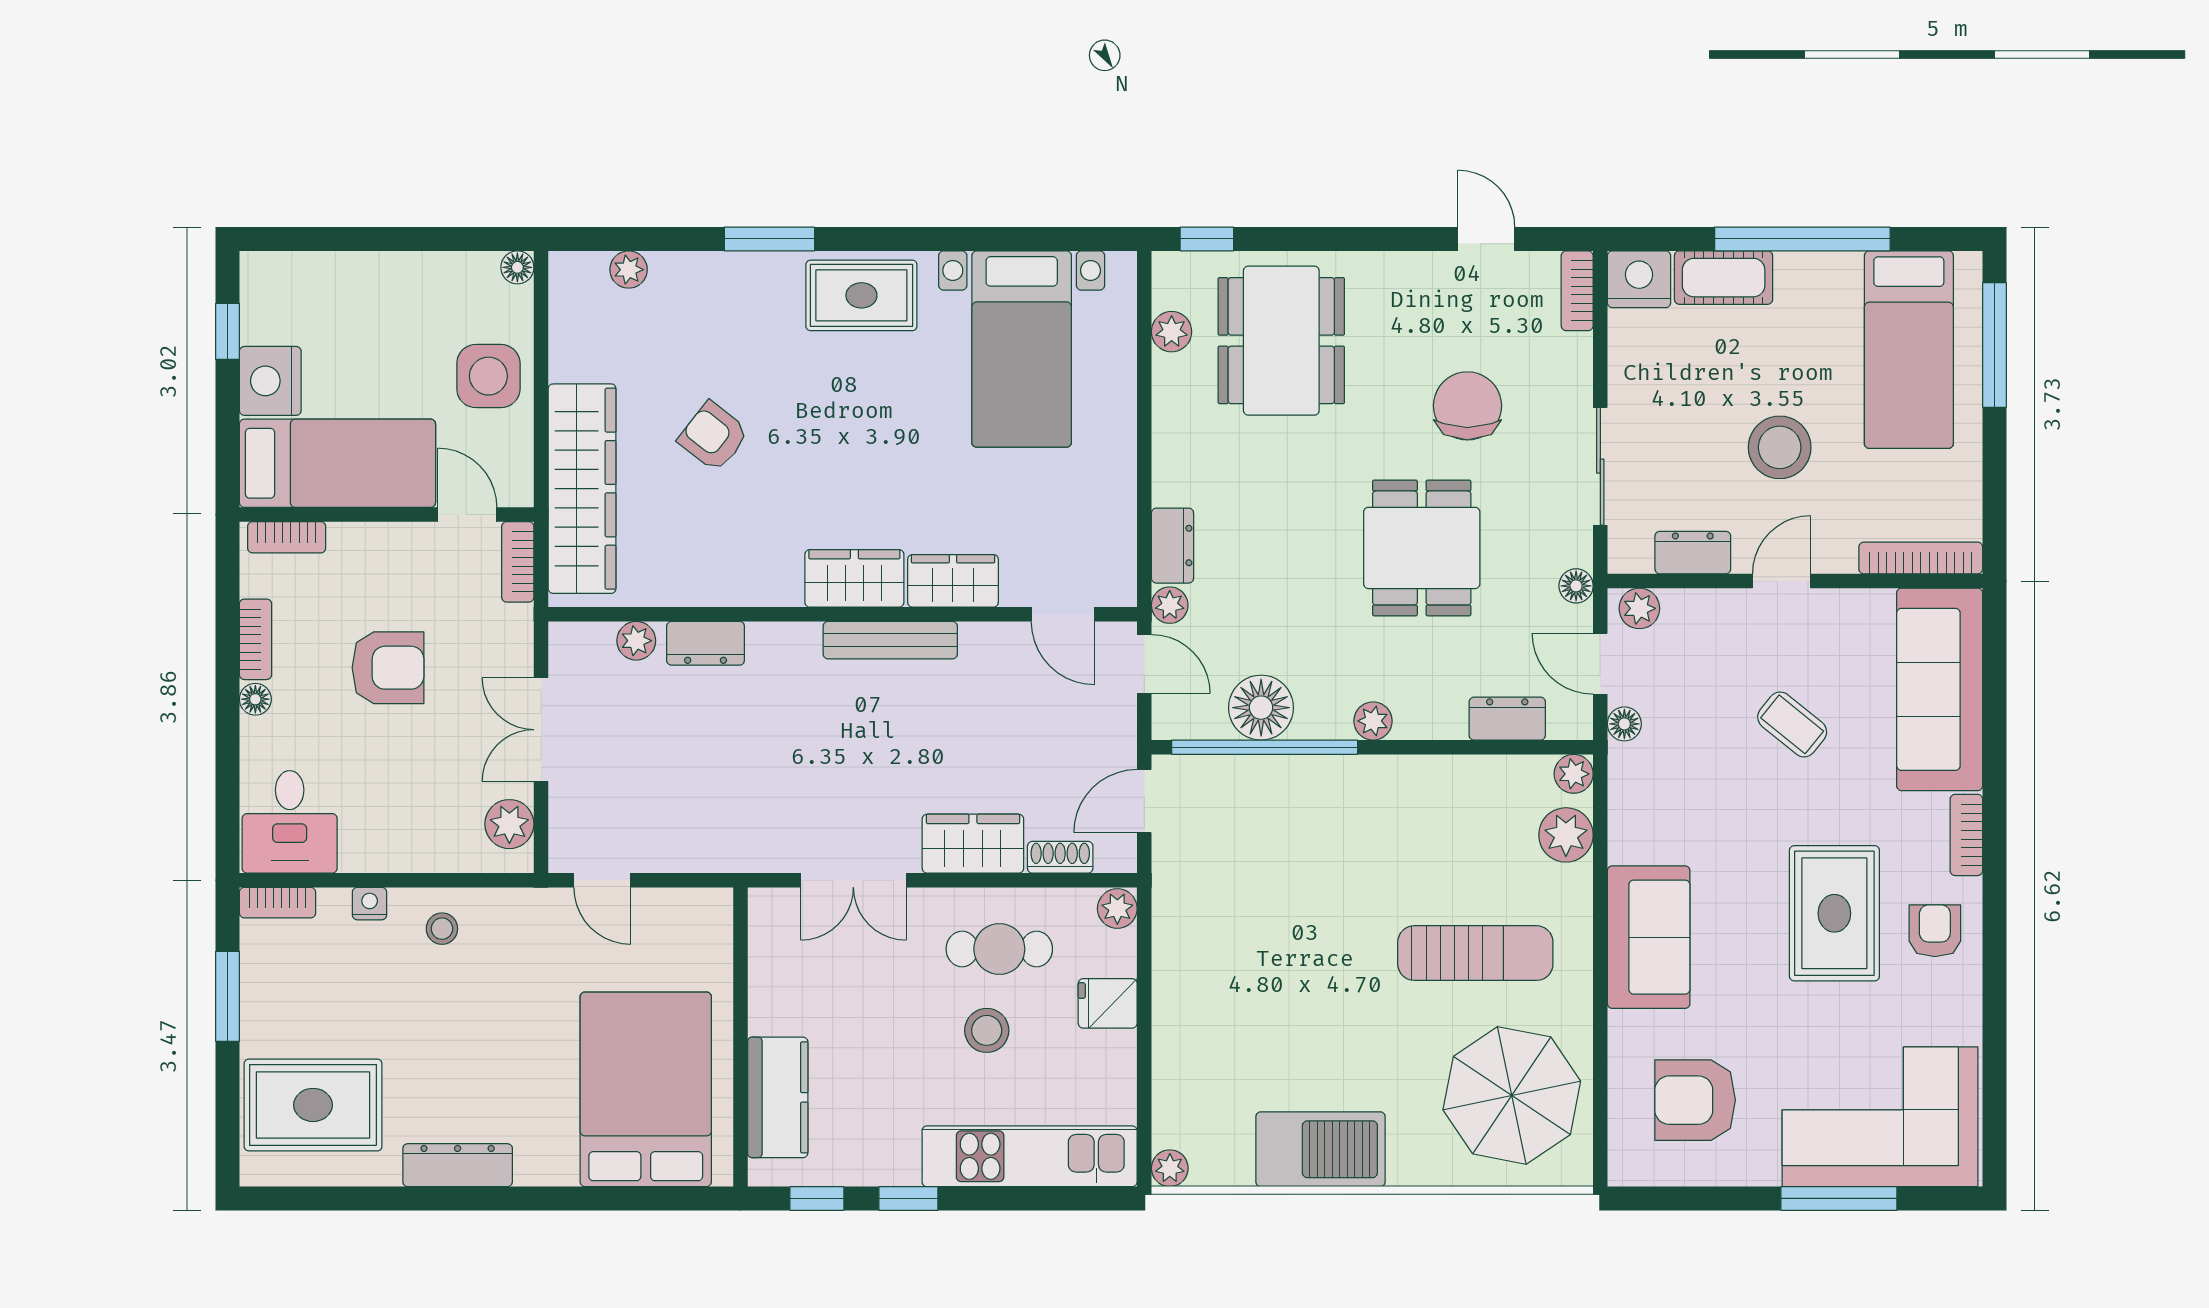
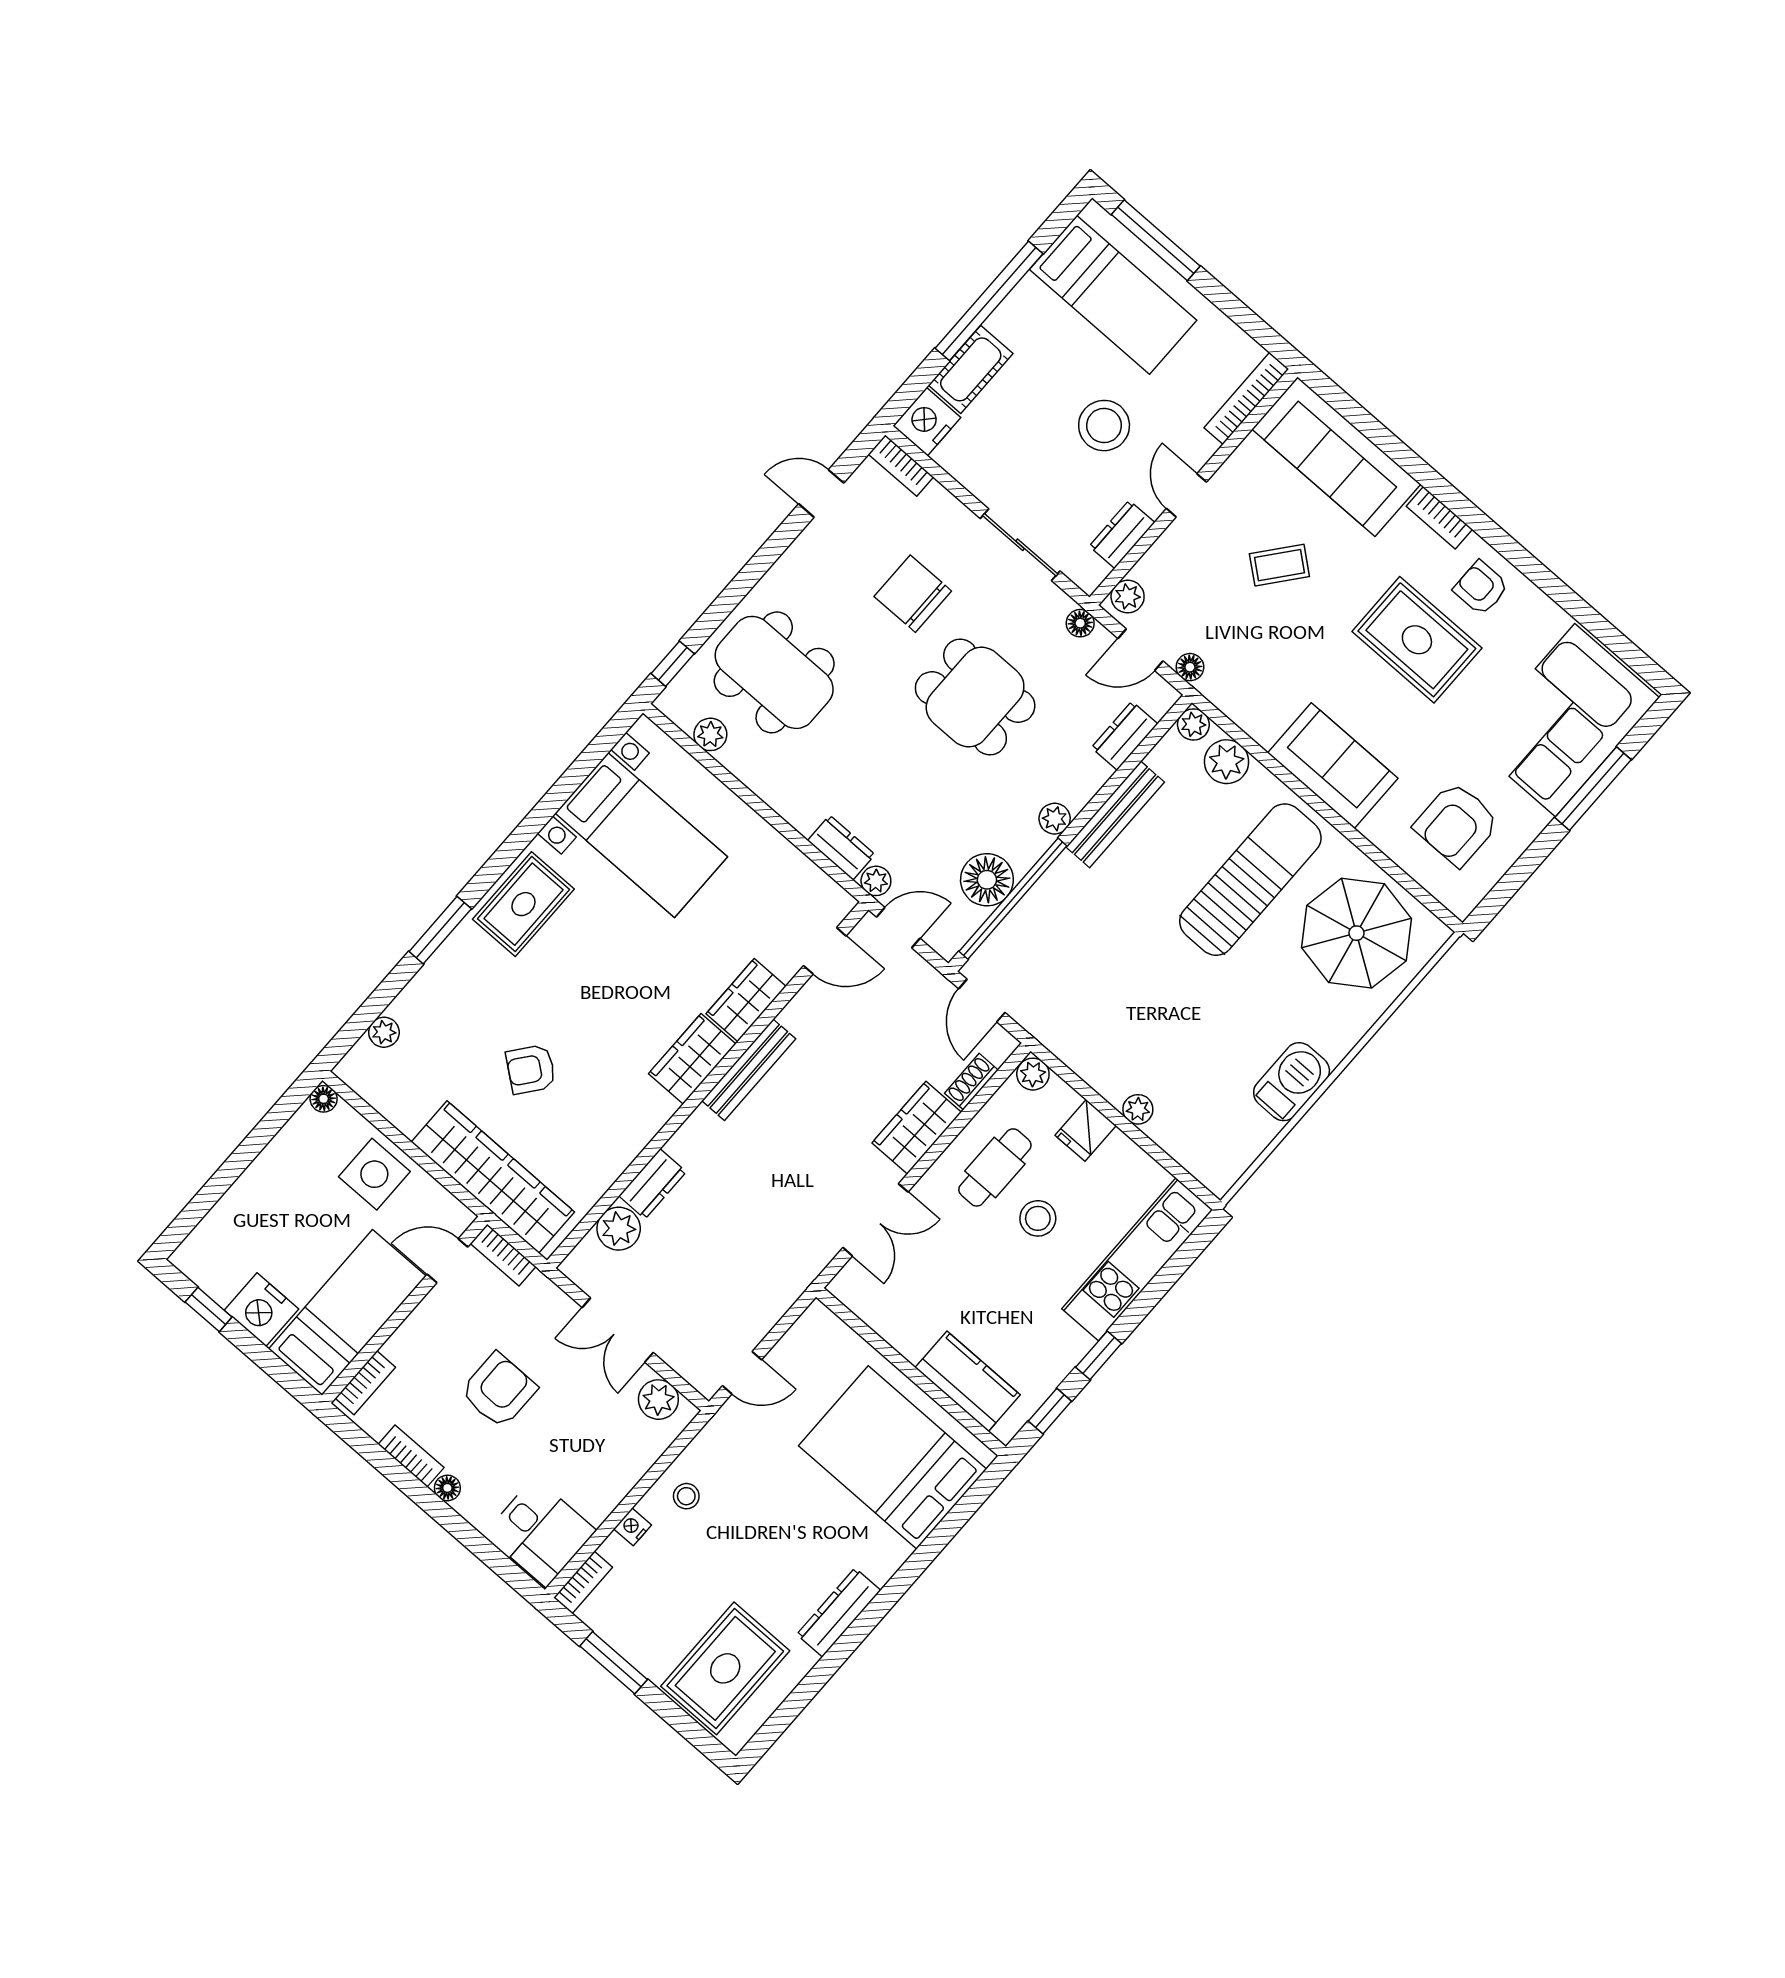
plant: (636, 641) -> (619, 1229), width x1.38, depth x1.38
bench: (1426, 774) -> (1115, 814), added
sun lounger: (1475, 953) -> (1250, 880), width x1.36, depth x1.34
barbecue: (1320, 1149) -> (1292, 1082), width x0.73, depth x0.83
plant: (1170, 1168) -> (1138, 1109), moved

